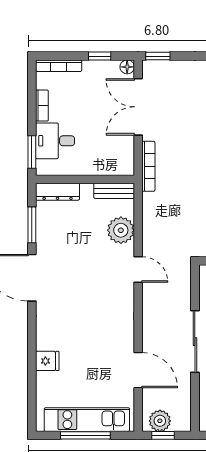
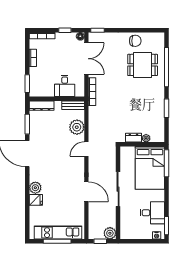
double door: (138, 107) -> (86, 59), swing flipped
desk: (55, 141) -> (65, 86), moved, turned -90
door: (138, 270) -> (86, 149), swing flipped
plant: (46, 339) -> (35, 188), added
door: (138, 370) -> (86, 192), moved
plant: (160, 421) -> (110, 233), moved

